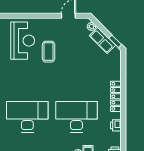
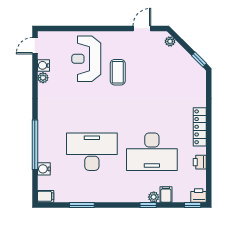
row of seats: (103, 40) -> (184, 58), removed
reception desk: (23, 41) -> (86, 59), turned 180
desk: (76, 117) -> (152, 152), turned 180

